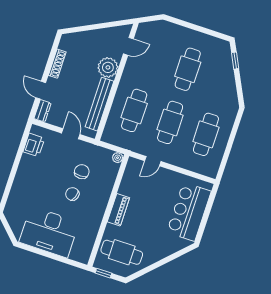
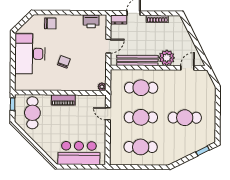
door: (128, 46) -> (187, 68), swing flipped
chair: (82, 172) -> (50, 23), moved

